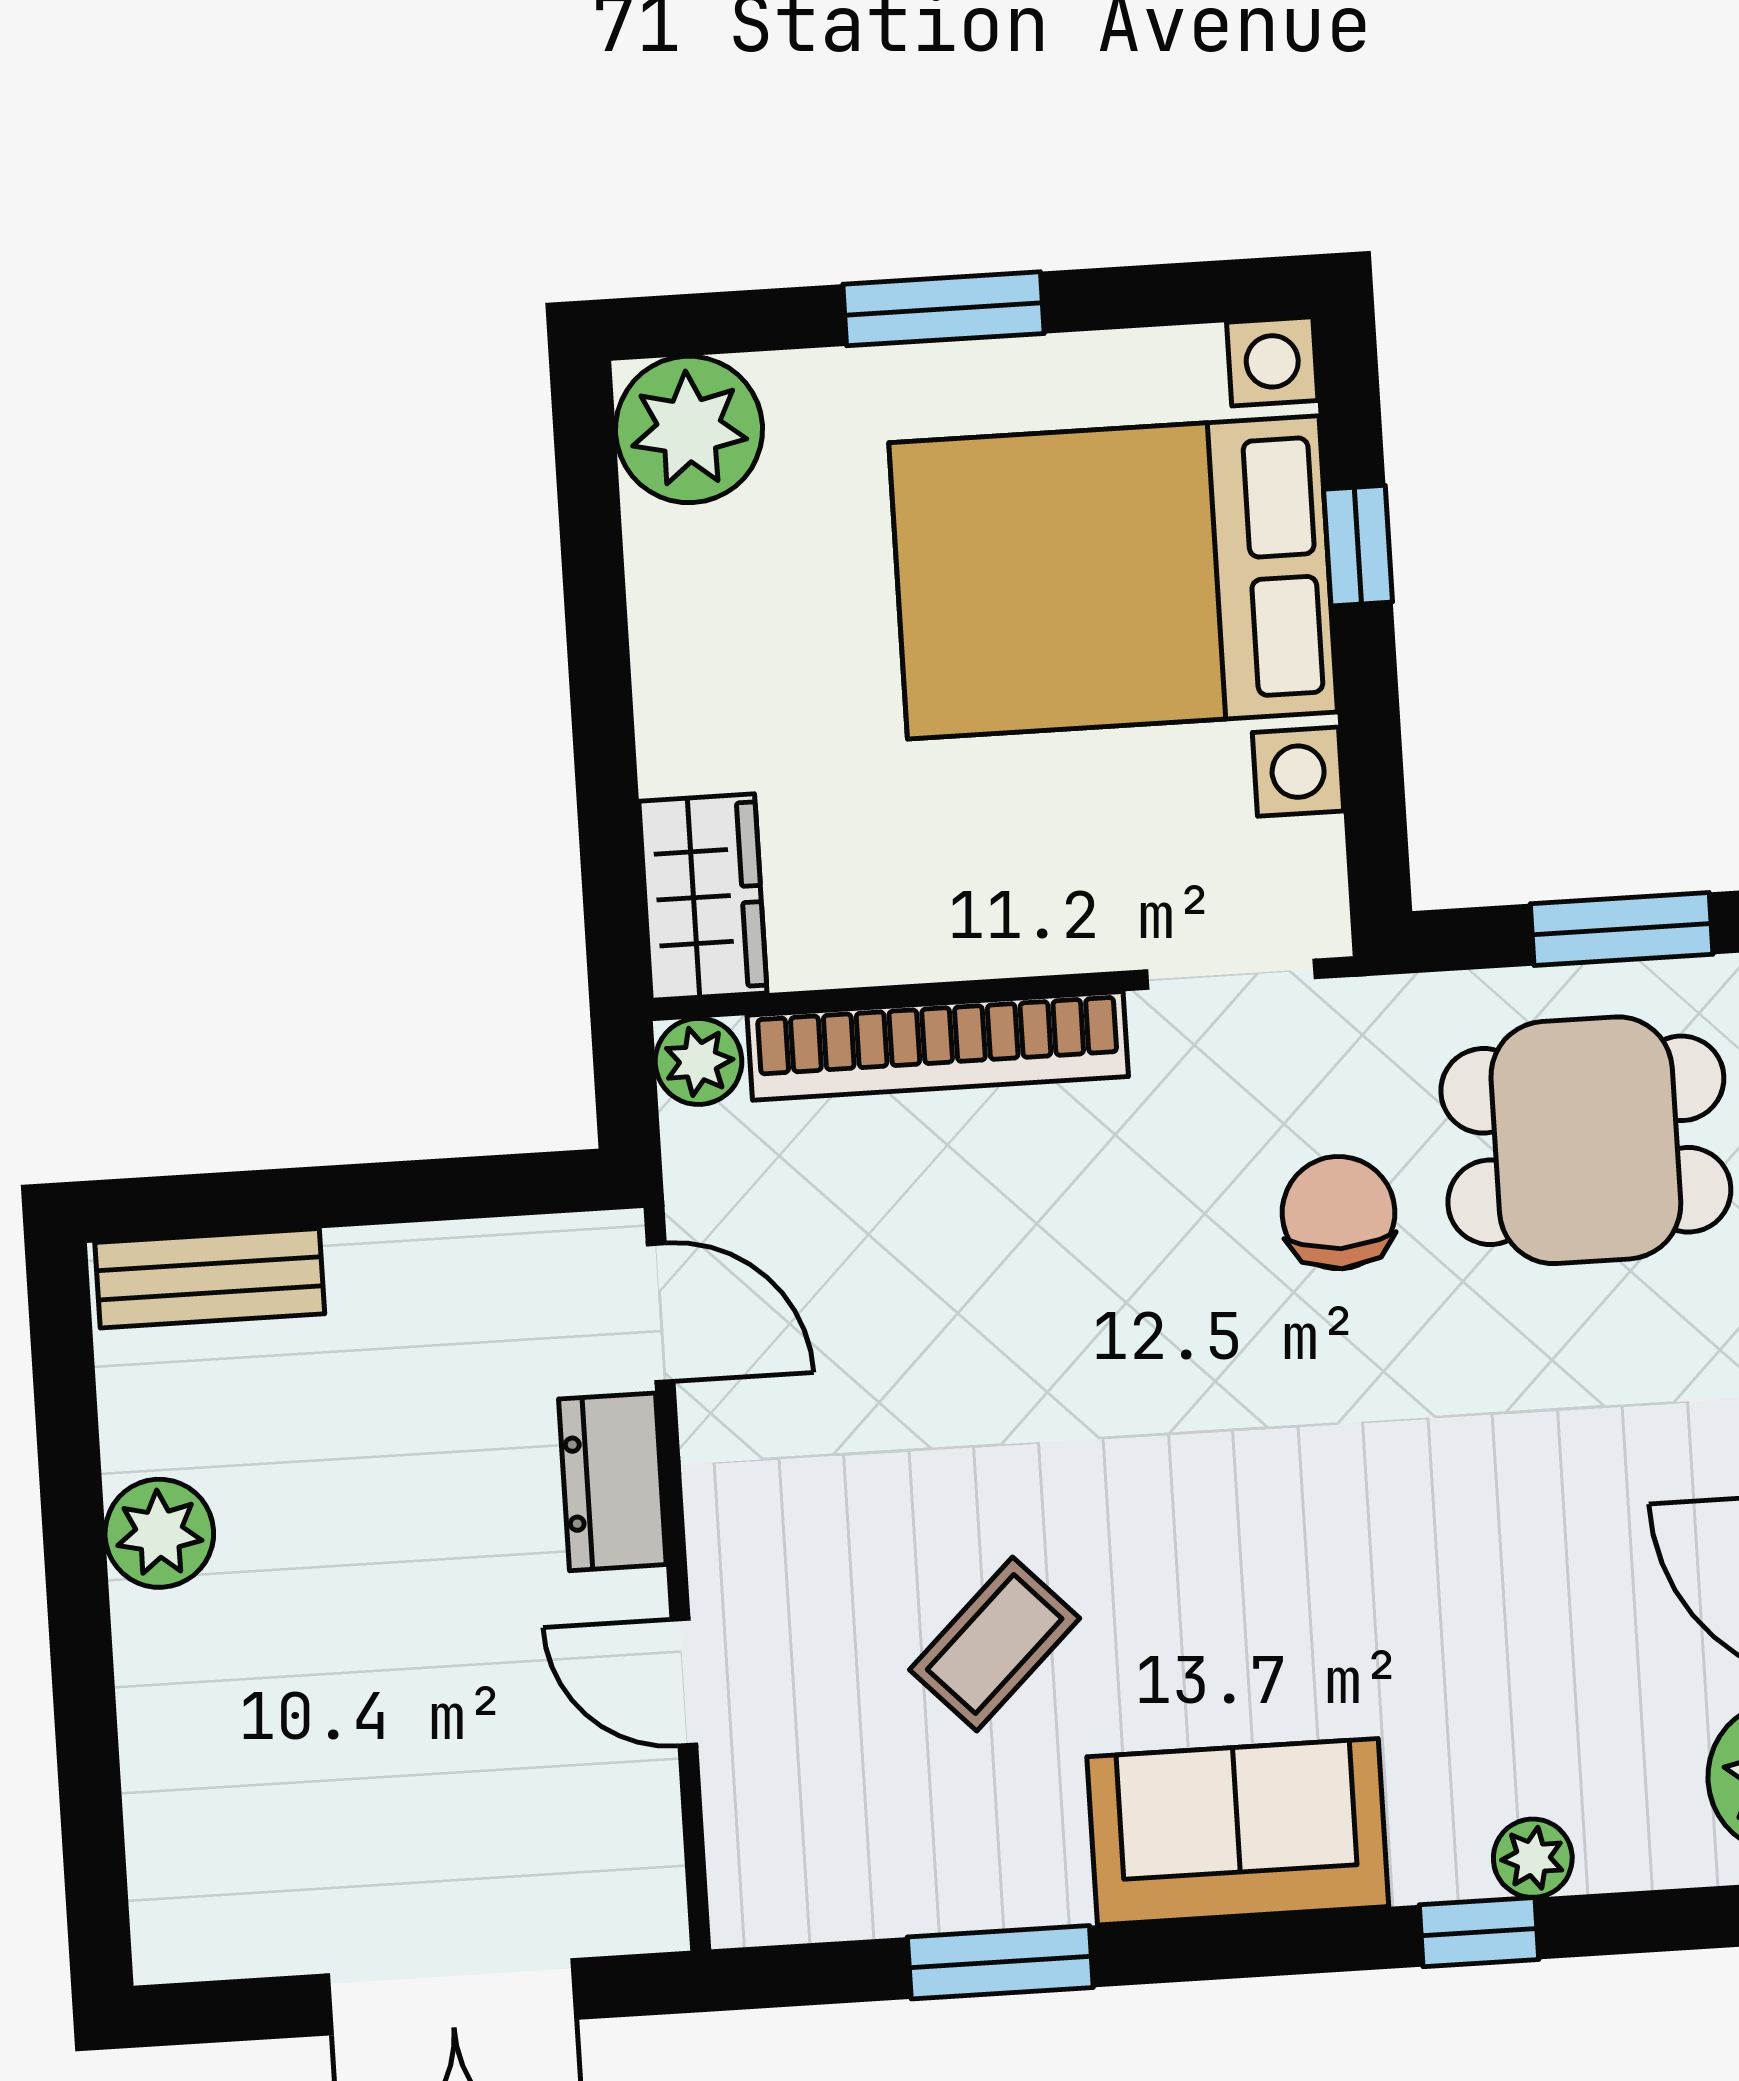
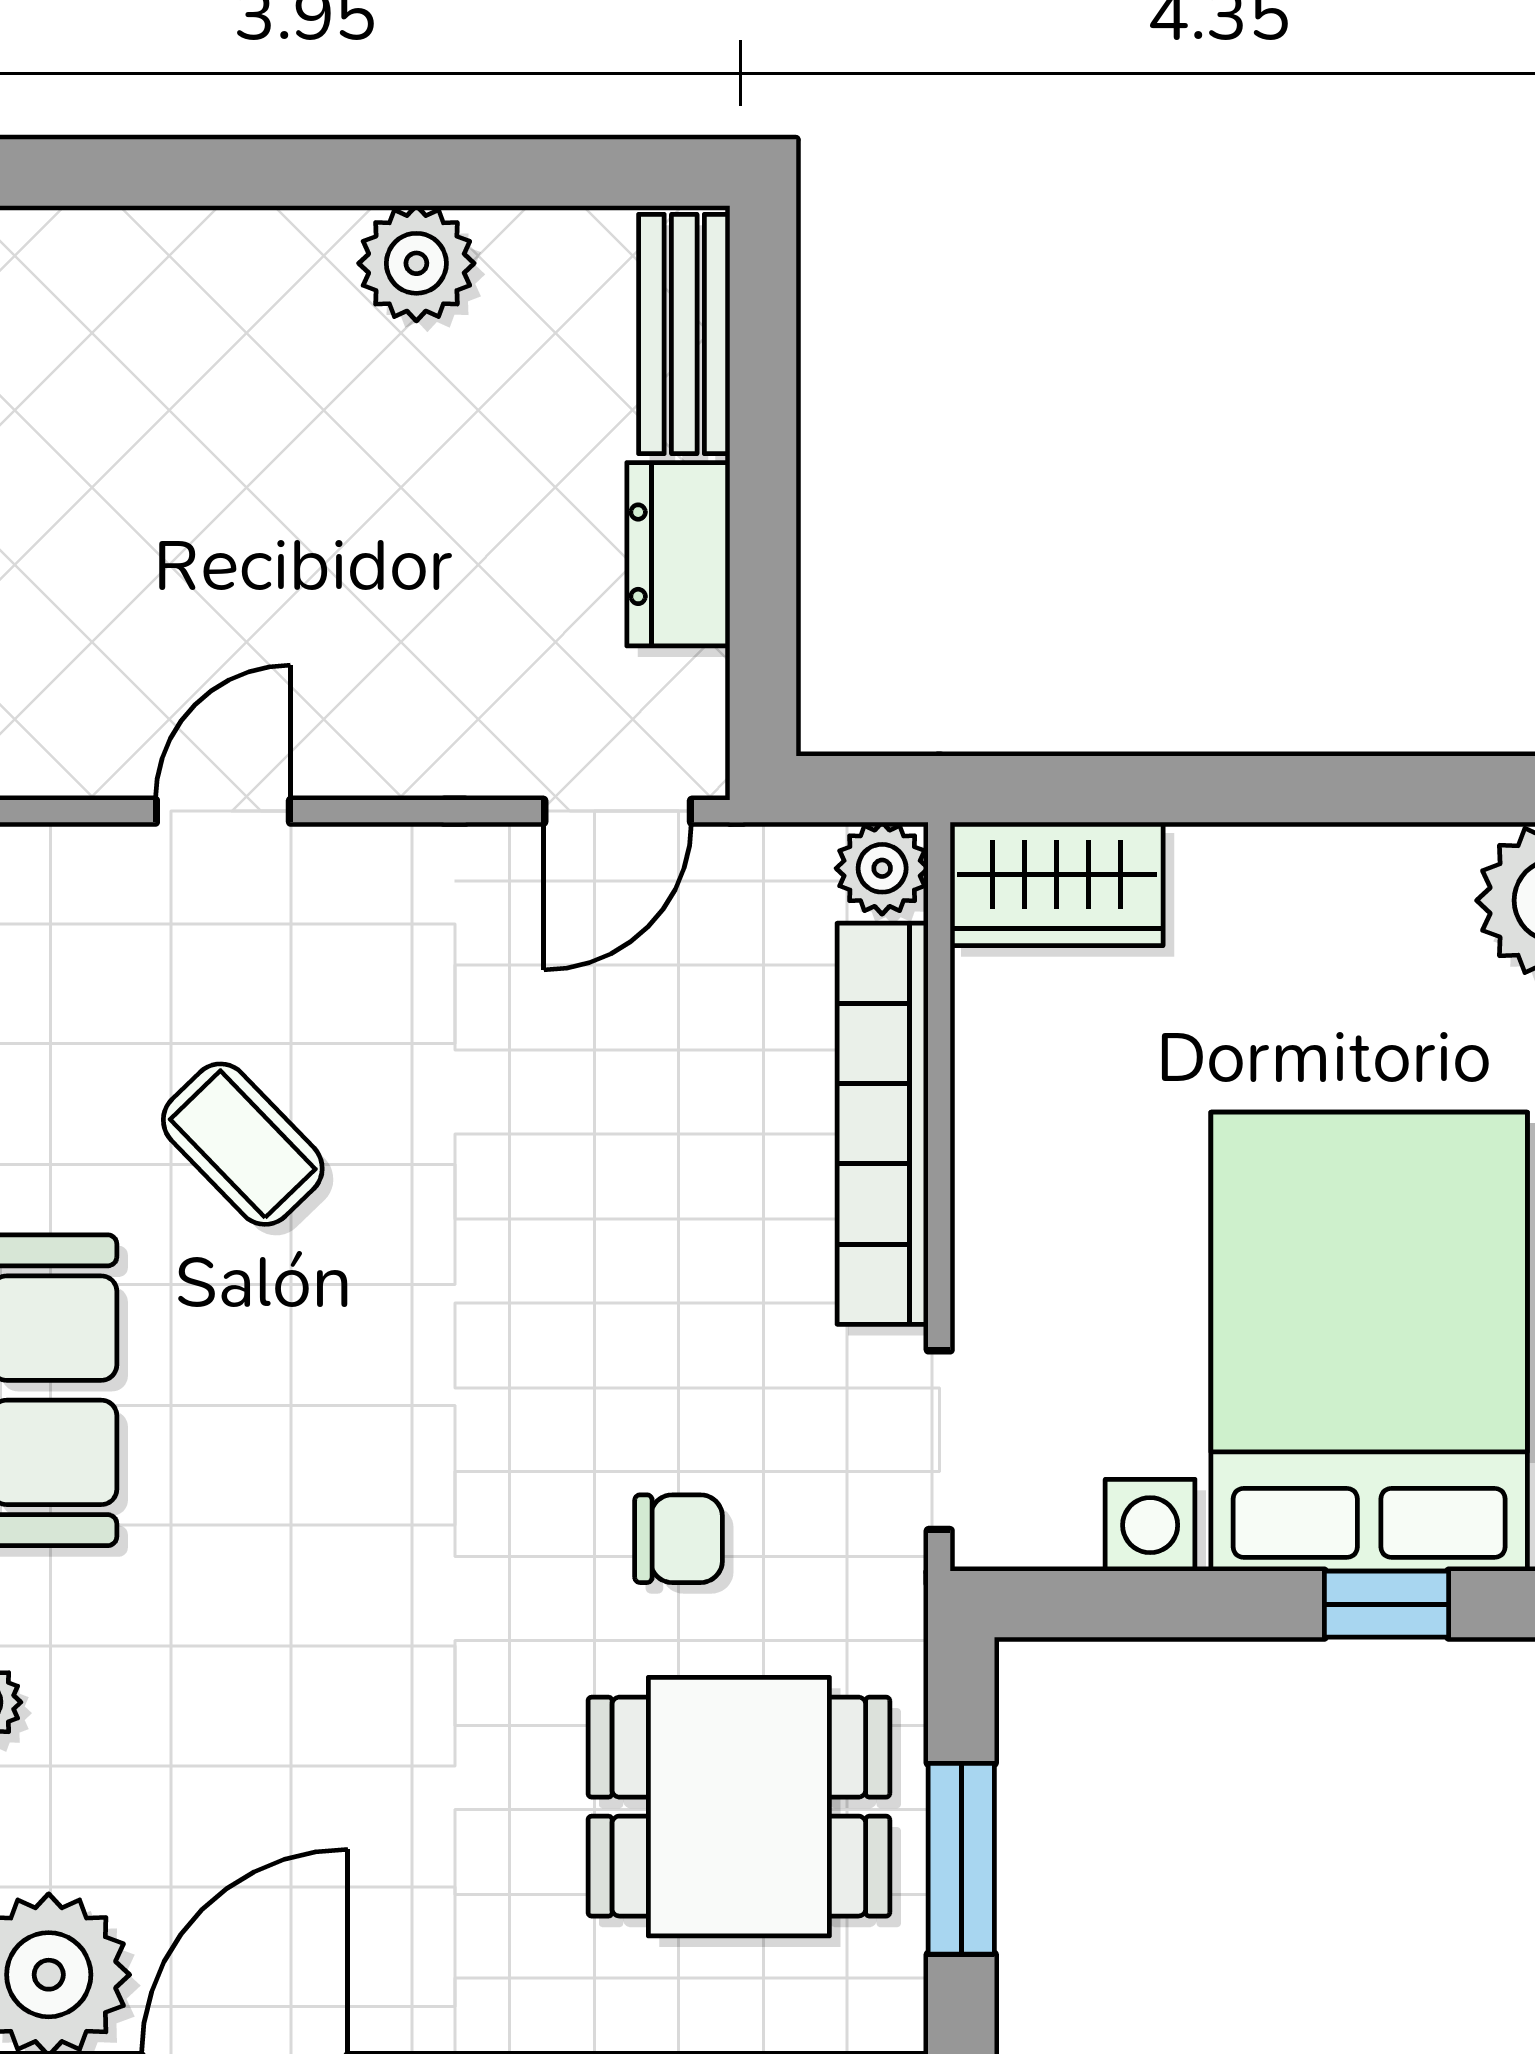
dining table: (1586, 1140) -> (739, 1807), turned 90
chair: (1339, 1213) -> (679, 1539), width x0.73, depth x0.73
dresser: (612, 1482) -> (678, 554), moved, turned -90

